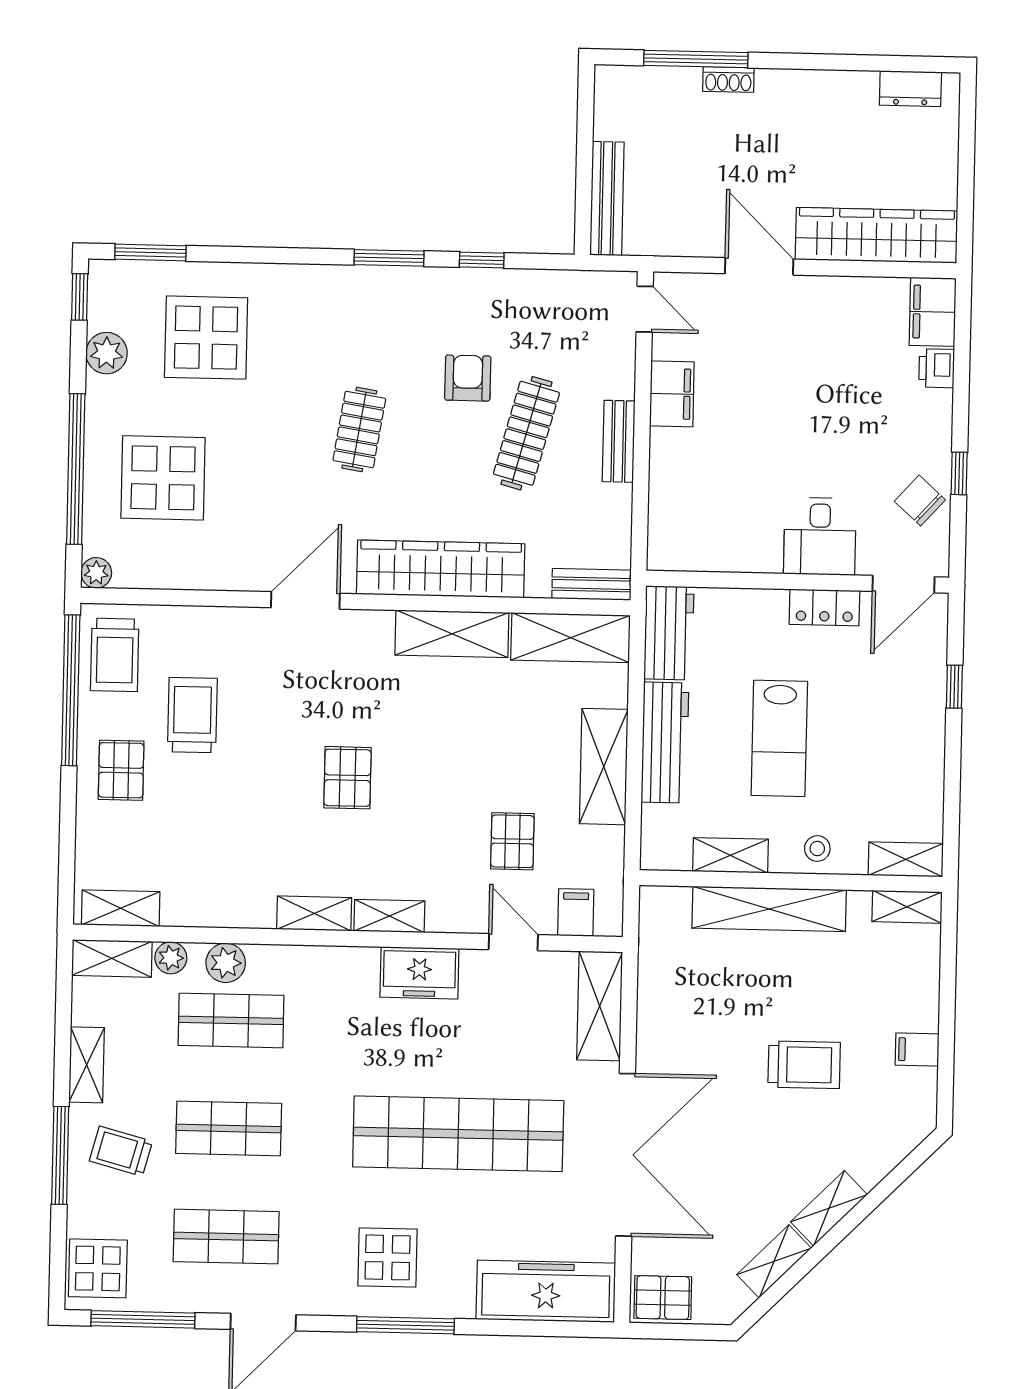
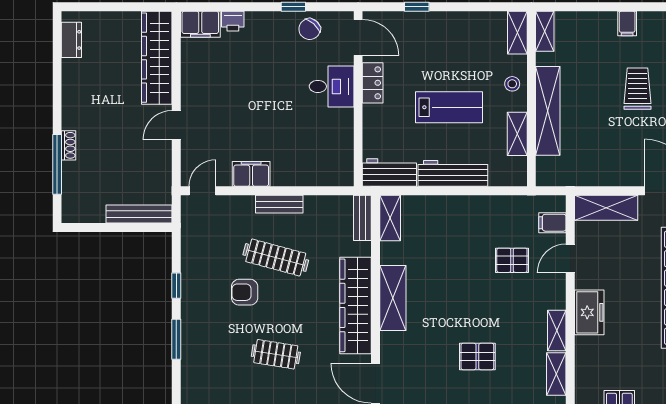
door: (759, 266) -> (176, 125), width x0.73
shelving: (570, 638) -> (390, 218), width x0.67, depth x0.75
shelving: (604, 767) -> (468, 208), removed

